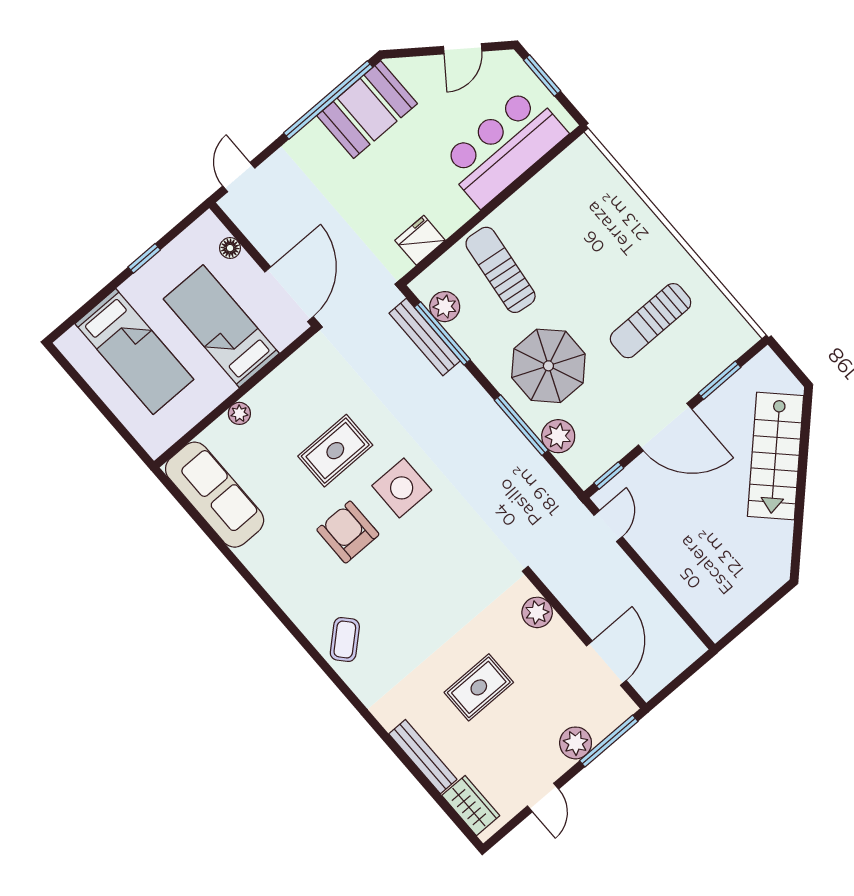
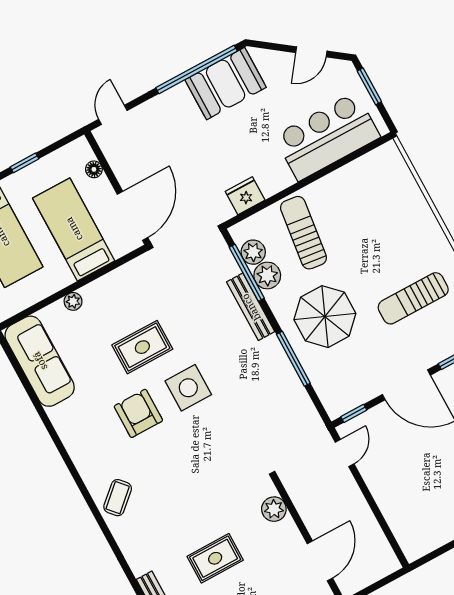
bench: (425, 337) -> (251, 307), moved
plant: (558, 436) -> (267, 275), moved

